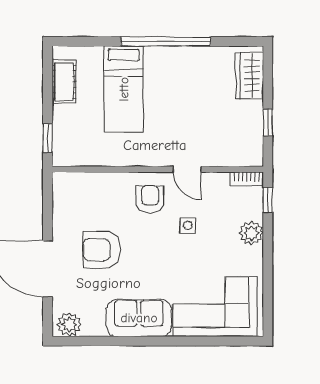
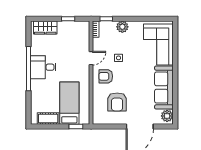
desk: (169, 71) -> (43, 67), added
bed: (124, 89) -> (69, 103), moved, turned -90
armchair: (102, 250) -> (117, 102), moved
sofa: (139, 318) -> (164, 88), width x1.36

